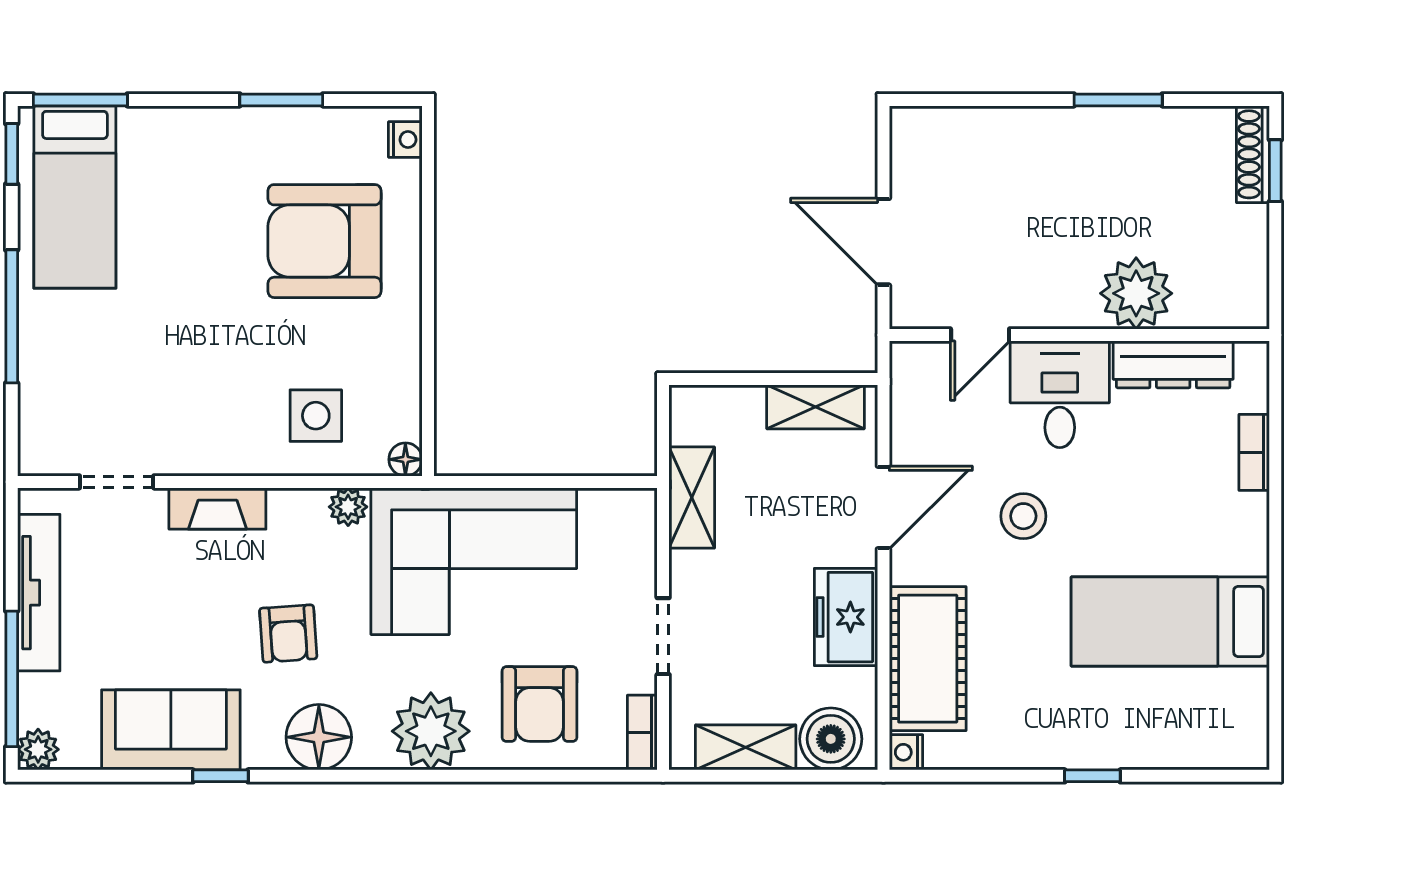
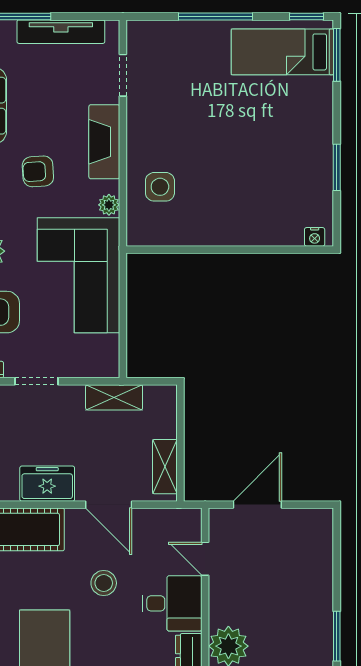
armchair: (325, 241) -> (258, 192), removed
floor lamp: (405, 459) -> (135, 237), removed
fireplace: (217, 509) -> (104, 142), width x1.37, depth x1.32

